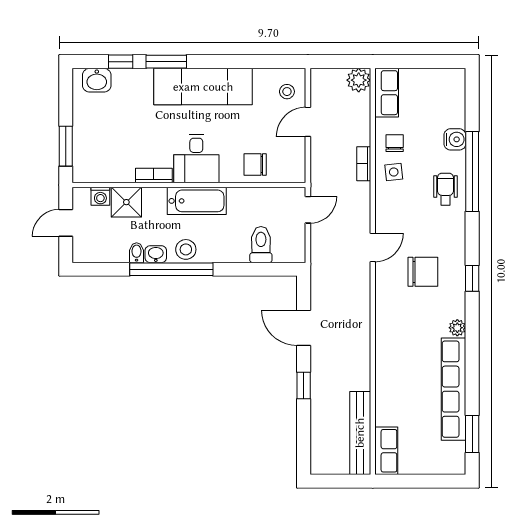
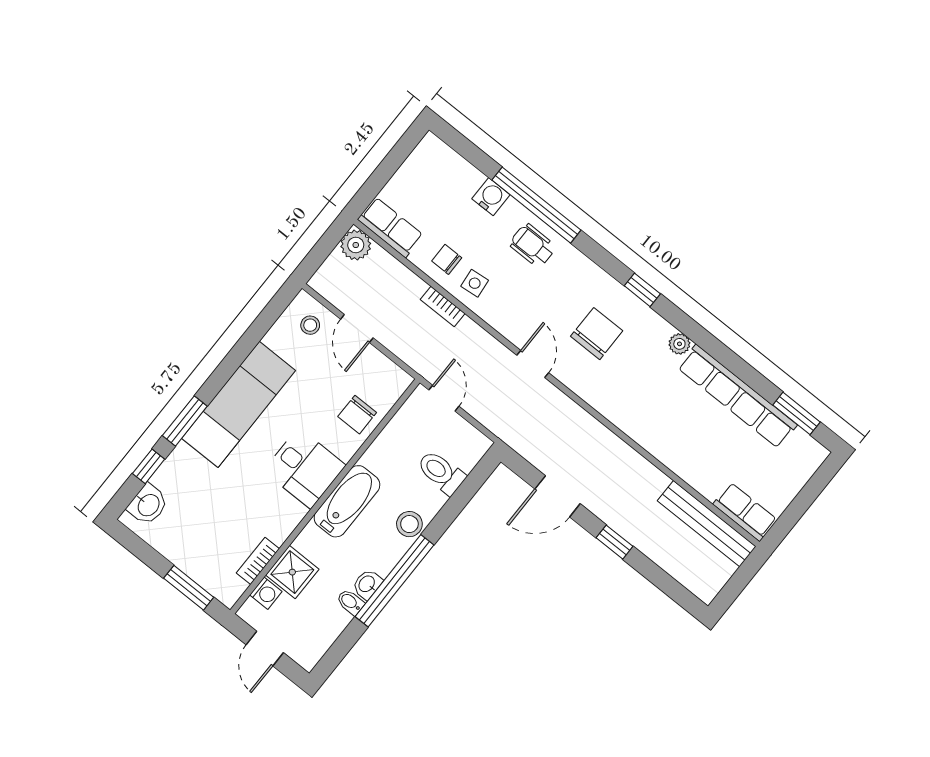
bookcase: (154, 175) -> (258, 561), moved
stool: (186, 249) -> (409, 524), moved

